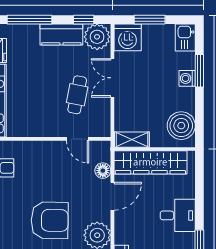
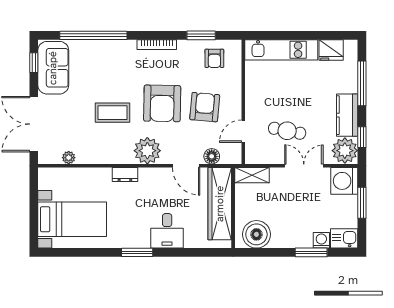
washing machine: (187, 78) -> (321, 240), moved
shelving: (132, 140) -> (252, 175), moved, turned 90
armchair: (53, 178) -> (205, 107), added

